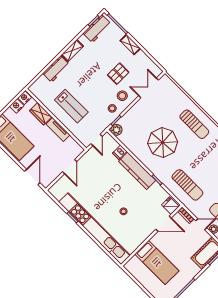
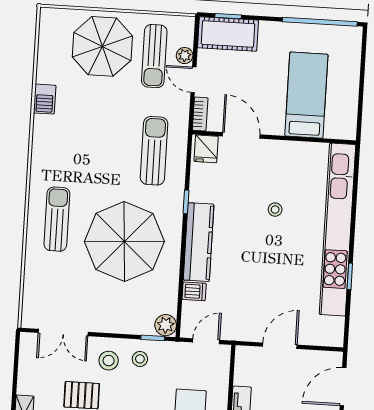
parasol: (163, 143) -> (124, 241), width x1.36, depth x1.36

